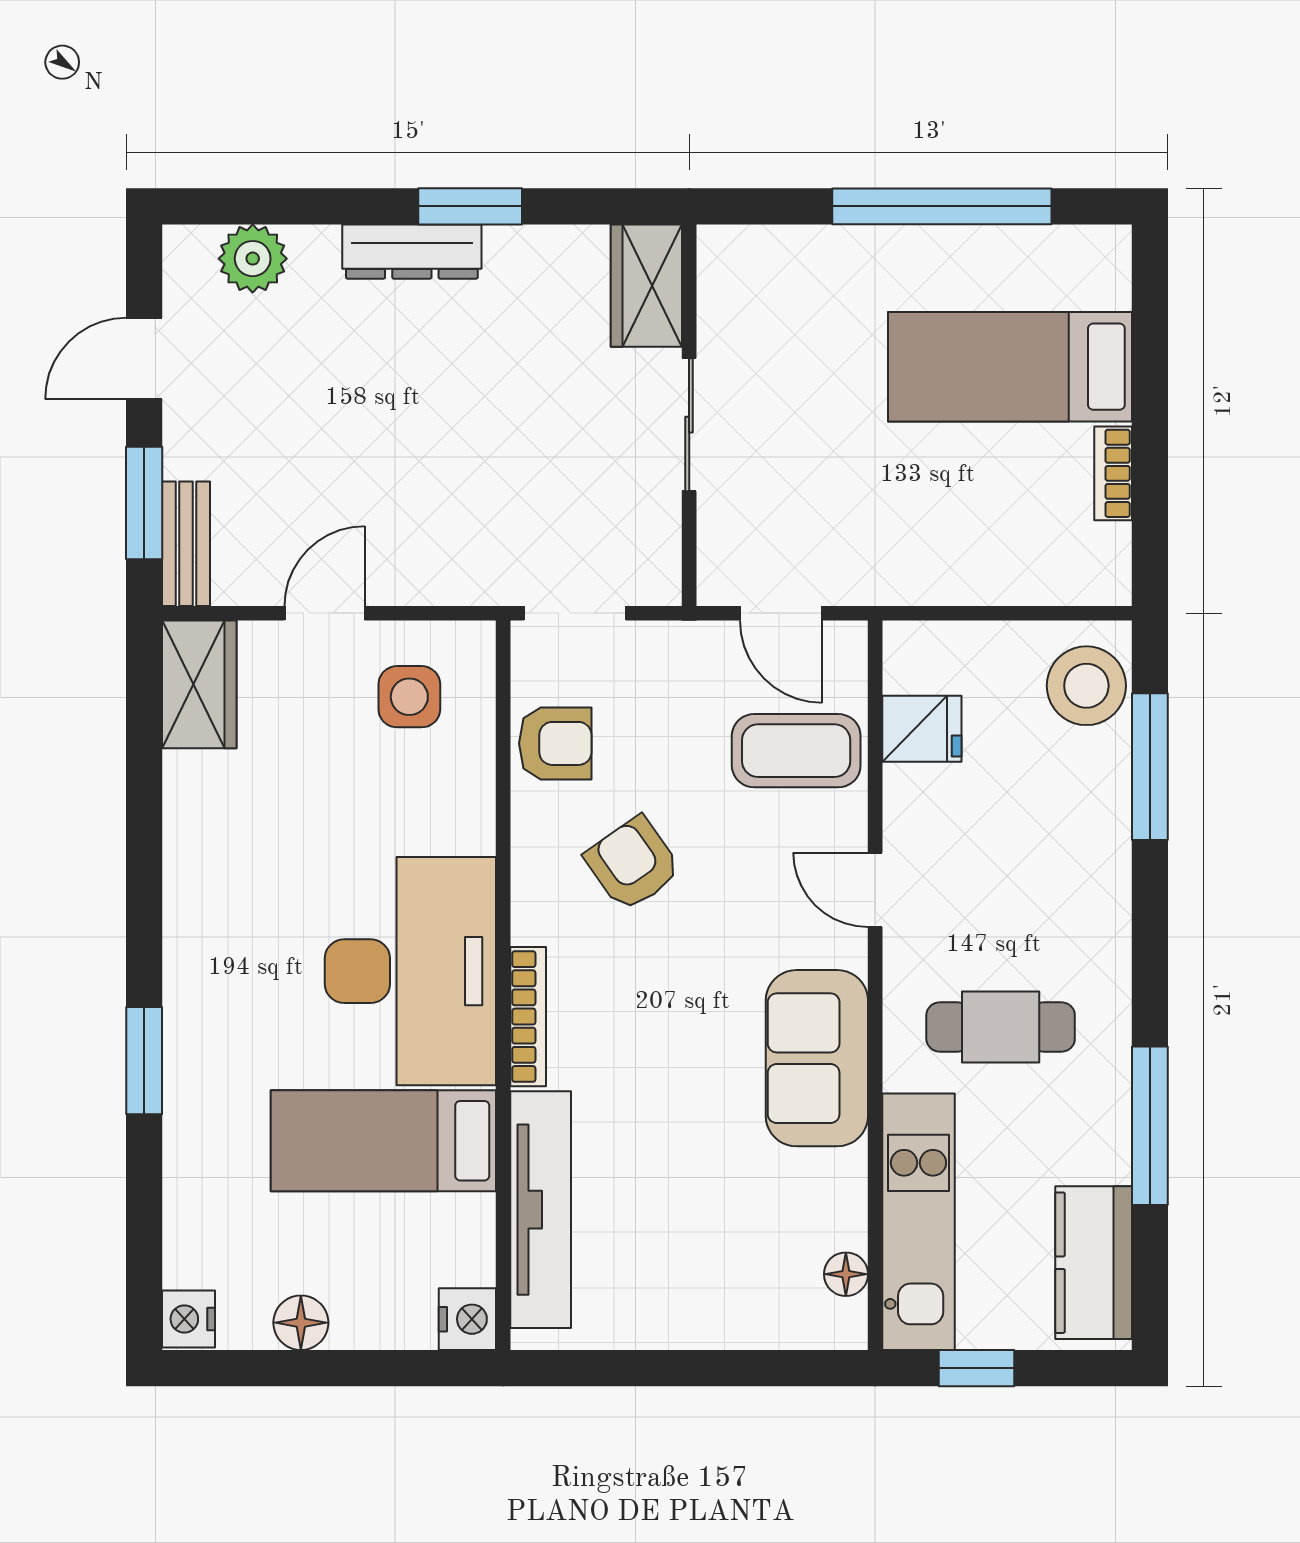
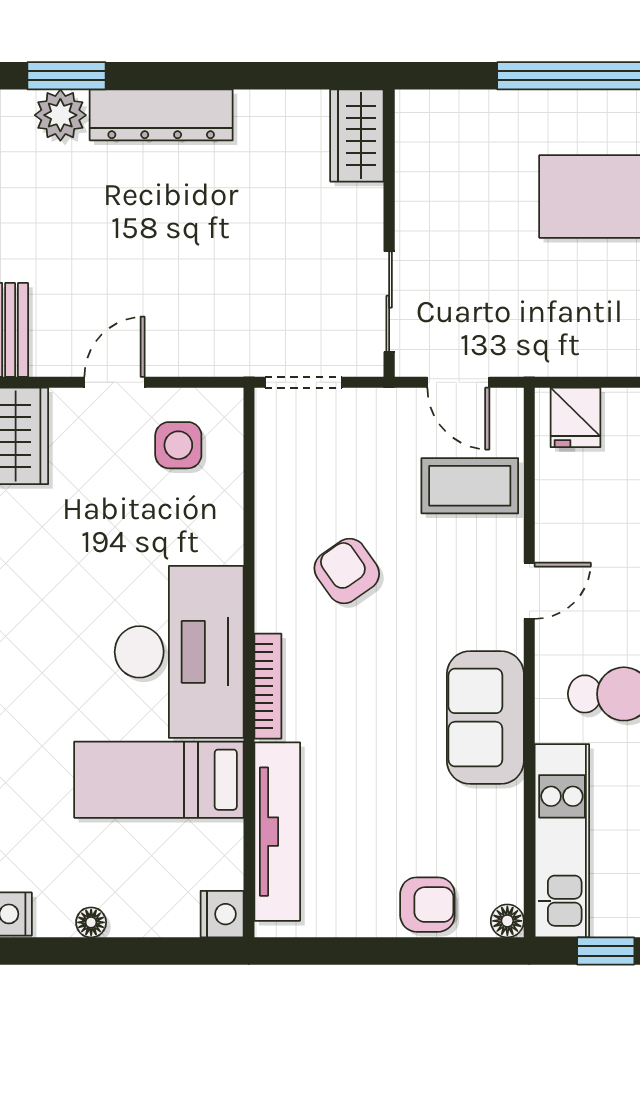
window: (470, 206) -> (66, 76), moved
dresser: (412, 252) -> (161, 115), width x1.37, depth x1.24
sliding door: (689, 425) -> (389, 302), moved
fridge: (922, 729) -> (575, 417), moved, turned 90
armchair: (555, 743) -> (427, 905), moved
door: (875, 890) -> (529, 591), swing flipped
floor lamp: (846, 1274) -> (507, 921), moved
floor lamp: (301, 1323) -> (91, 922), width x0.73, depth x0.73

